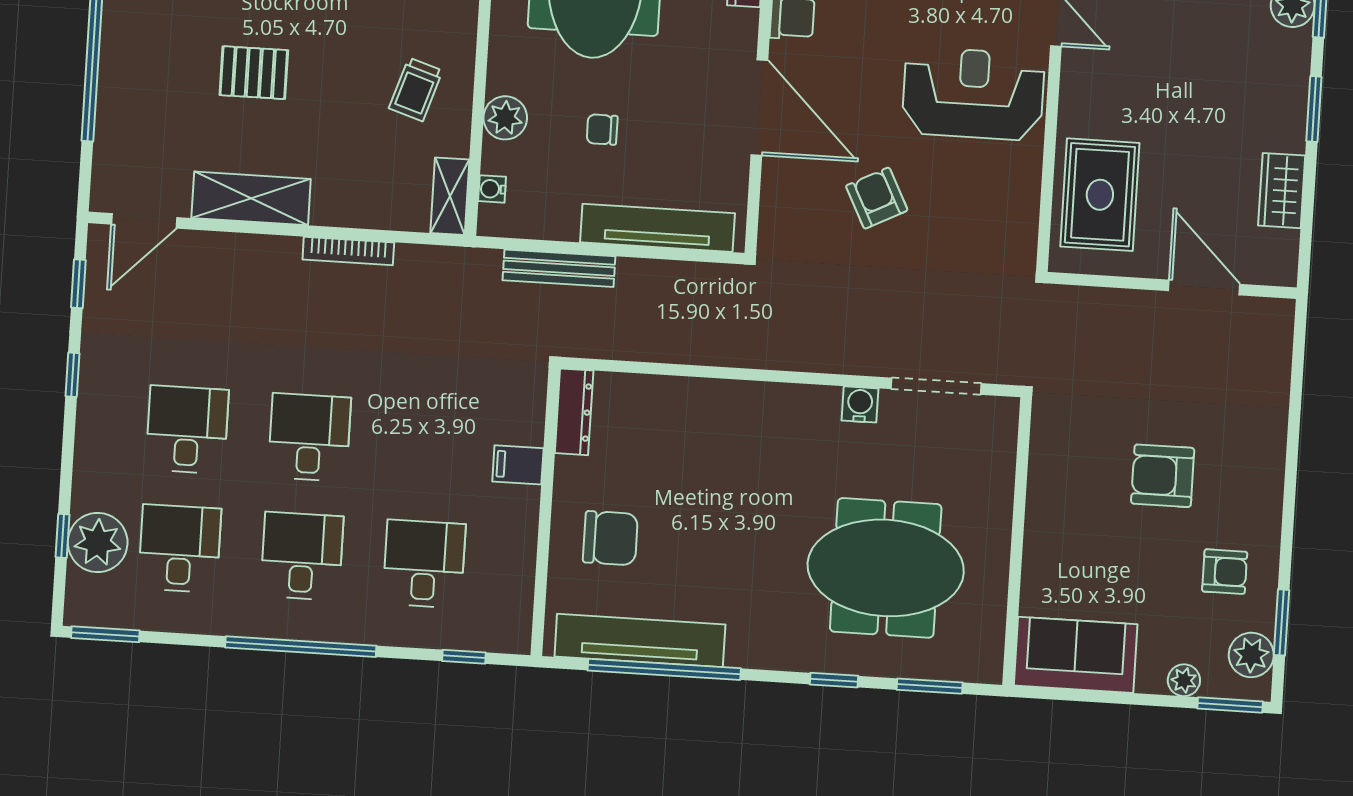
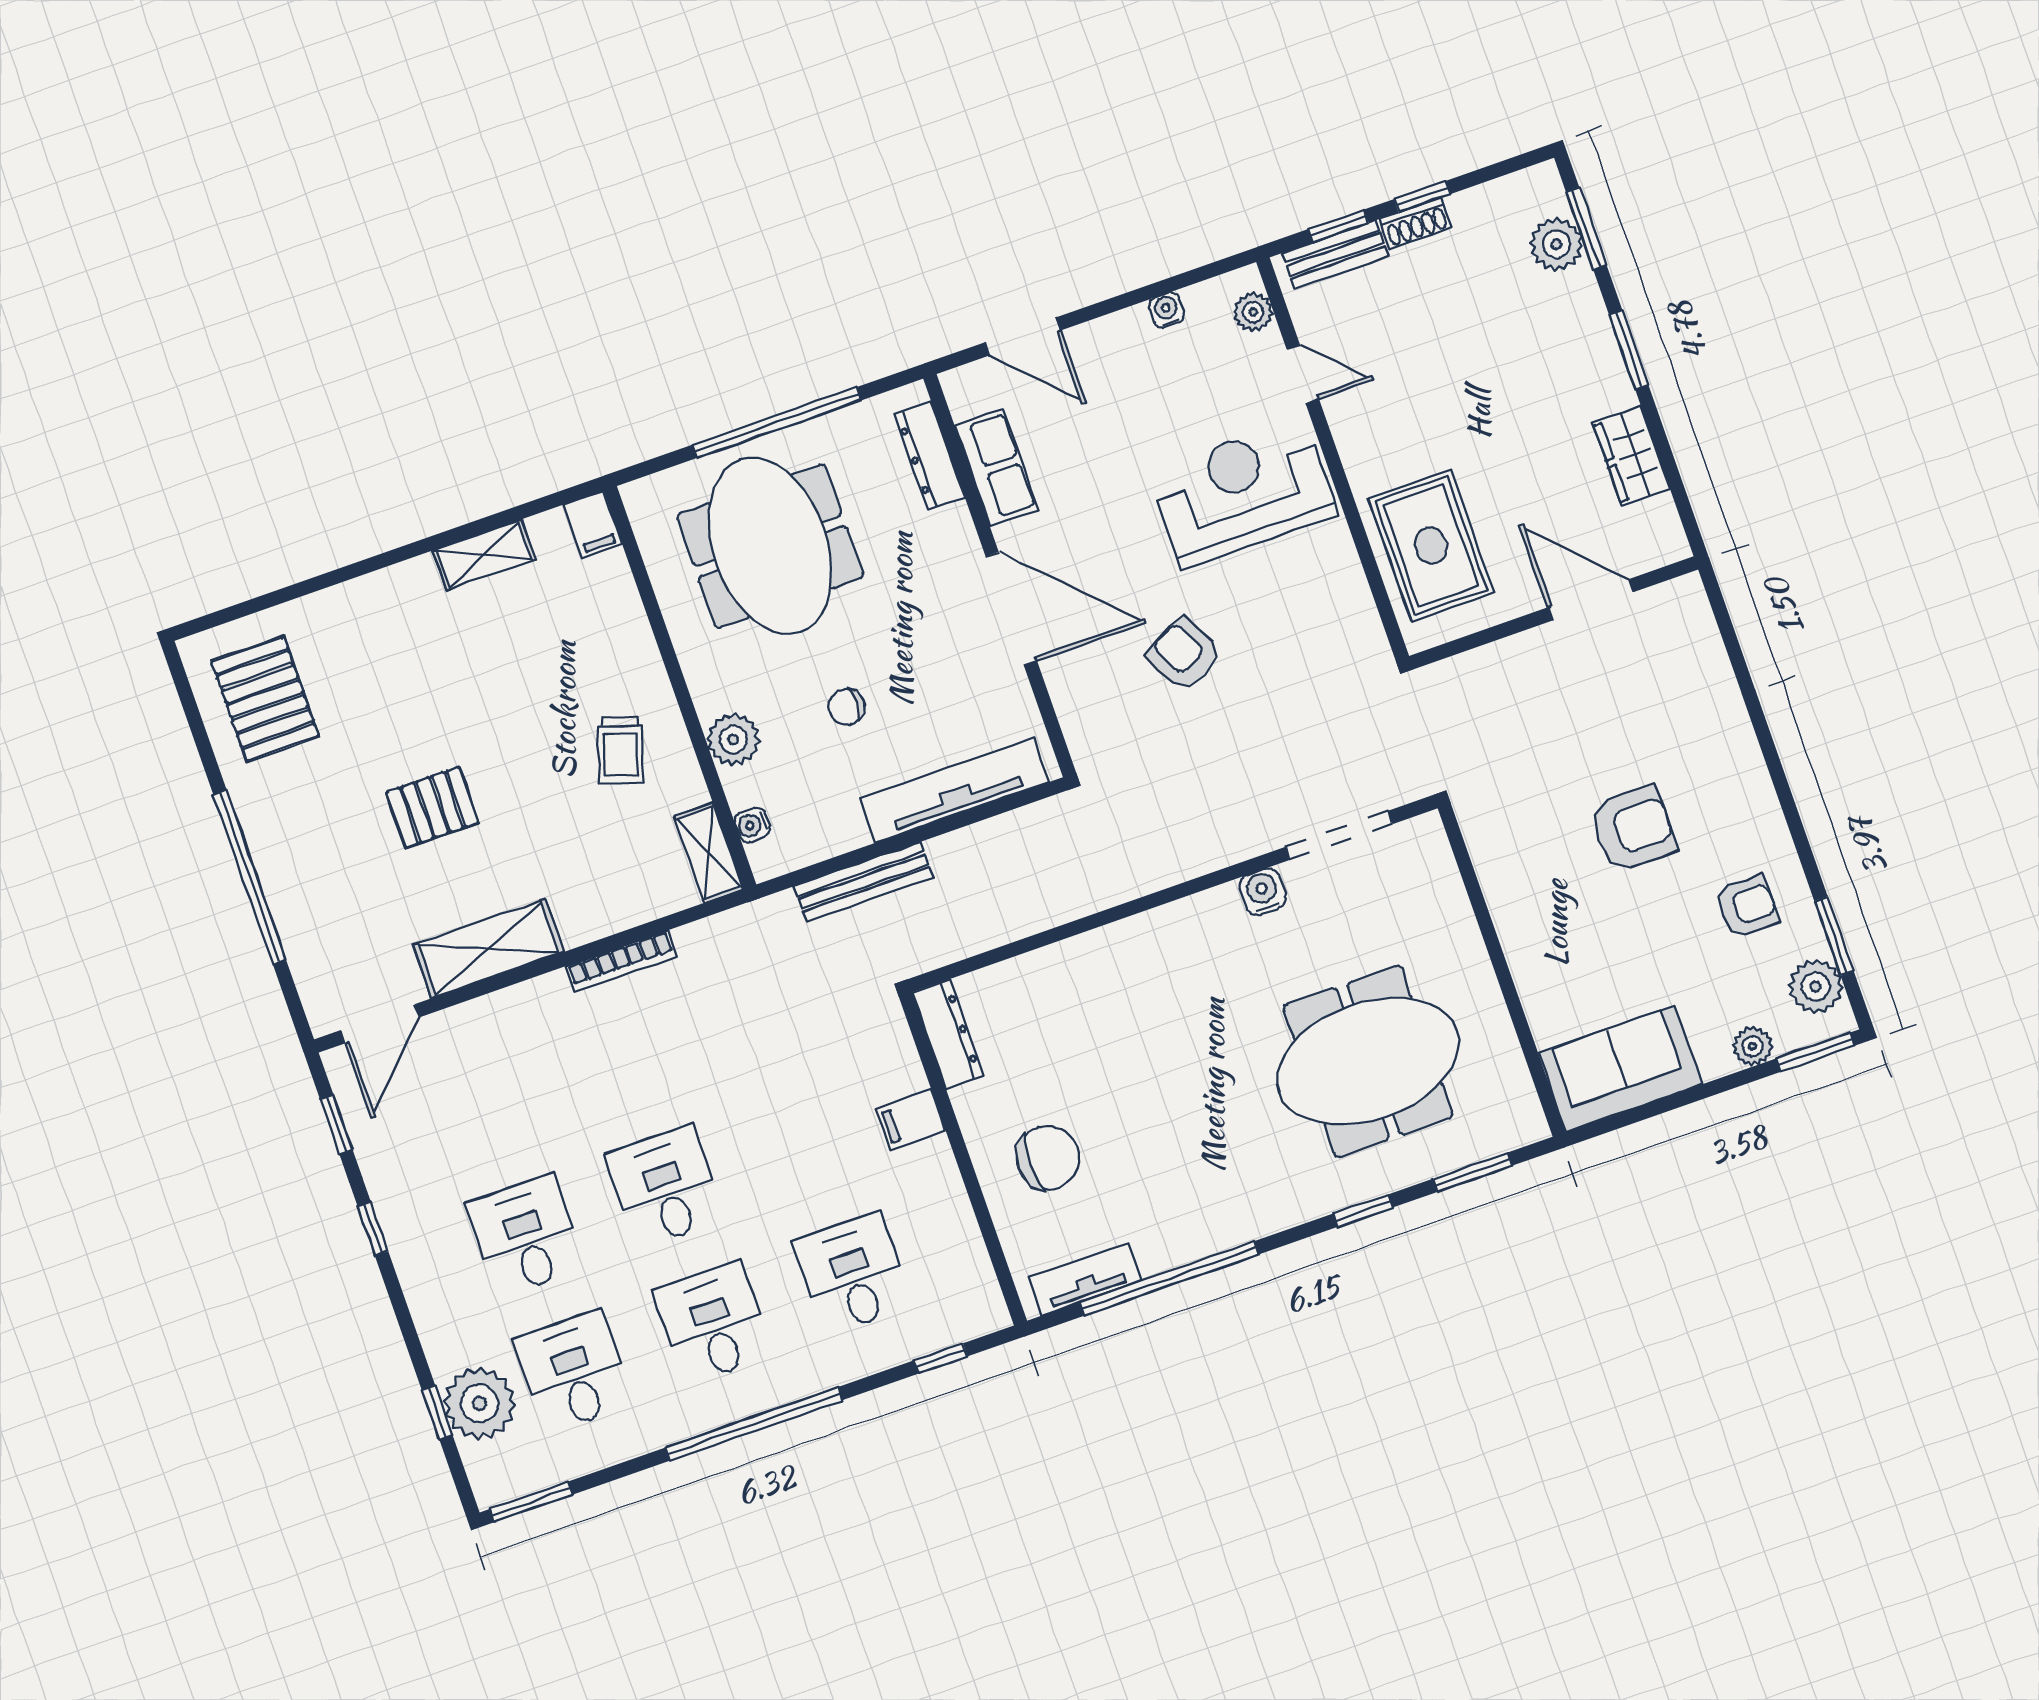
armchair: (1163, 476) -> (1633, 829), turned 180
tv unit: (640, 640) -> (1085, 1279), width x0.52, depth x0.78

